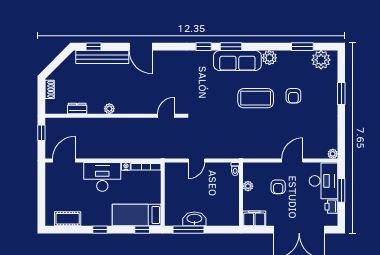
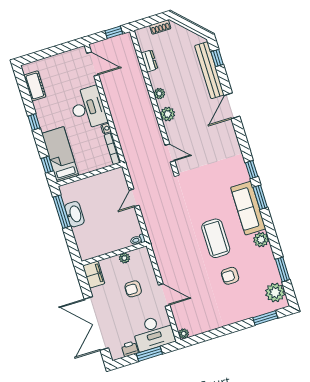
window: (341, 94) -> (265, 318), moved
plant: (130, 107) -> (168, 114), added
door: (196, 161) -> (134, 198), hinge flipped

